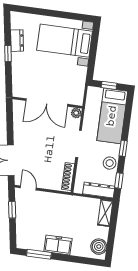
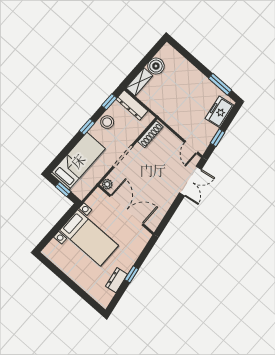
bed with nightstands: (65, 41) -> (89, 238), moved
freezer: (58, 245) -> (220, 112), moved, turned 81
boiler: (99, 247) -> (156, 66), moved

